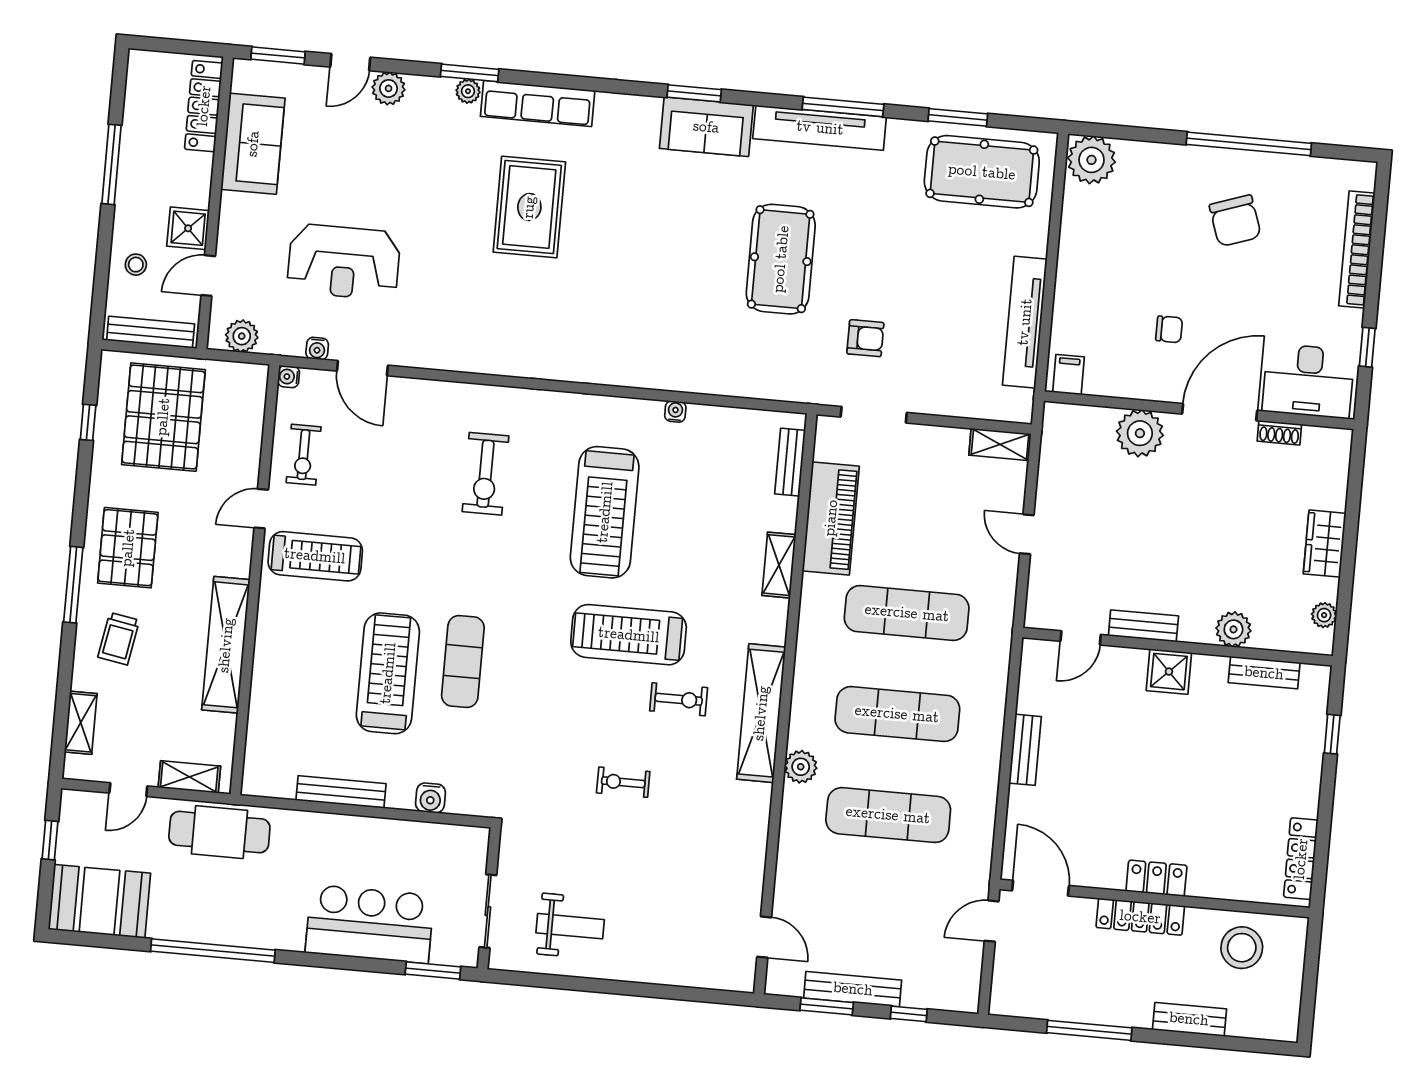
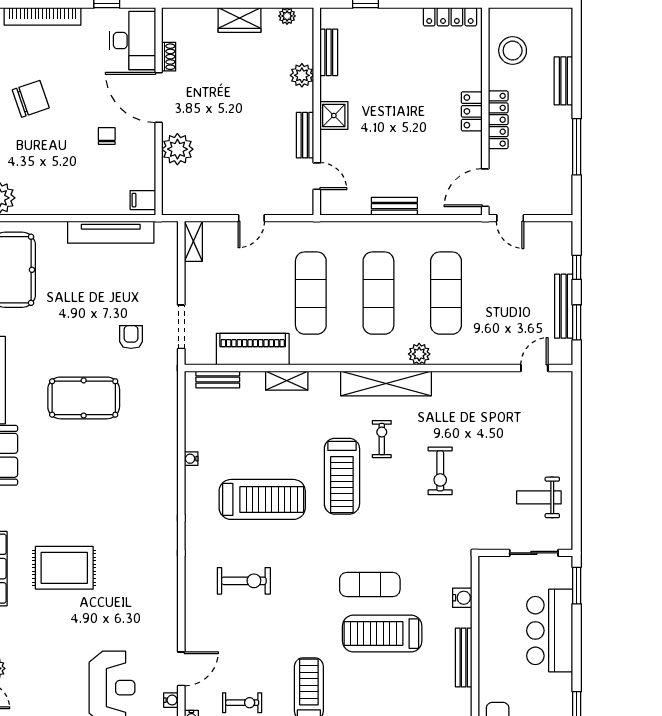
exercise bike: (623, 782) -> (440, 471), width x1.38, depth x1.39
weight bench: (570, 926) -> (539, 497), turned -90

